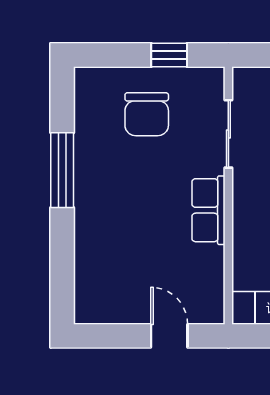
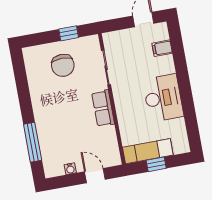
window: (62, 170) -> (33, 142), moved
water cooler: (125, 314) -> (70, 169), added

